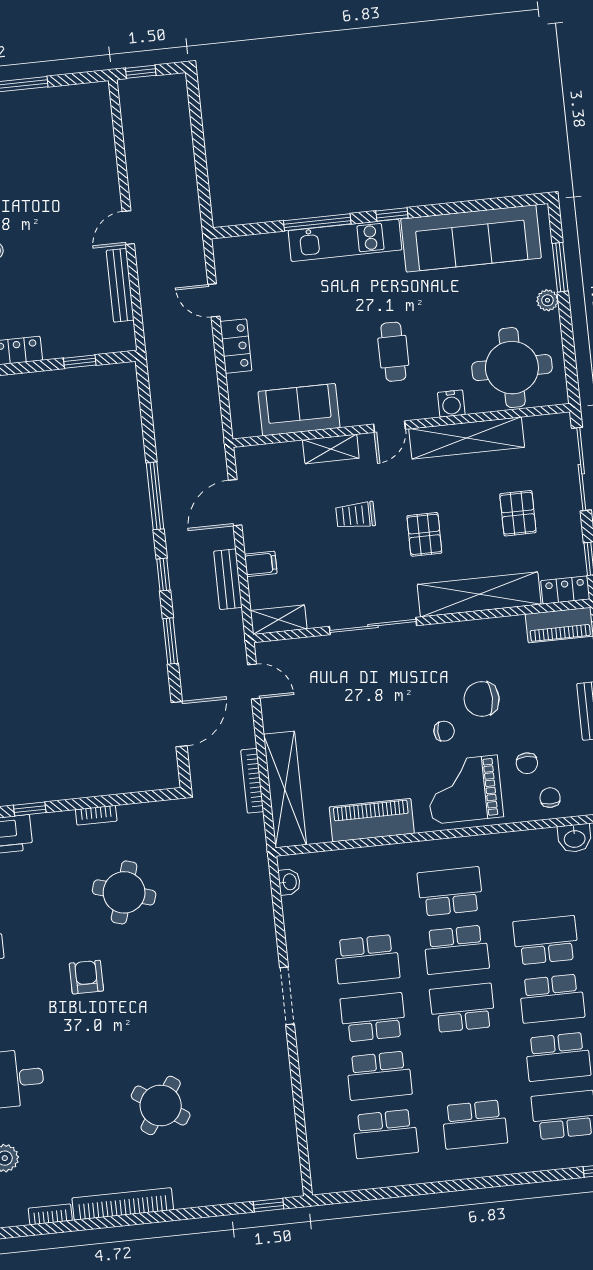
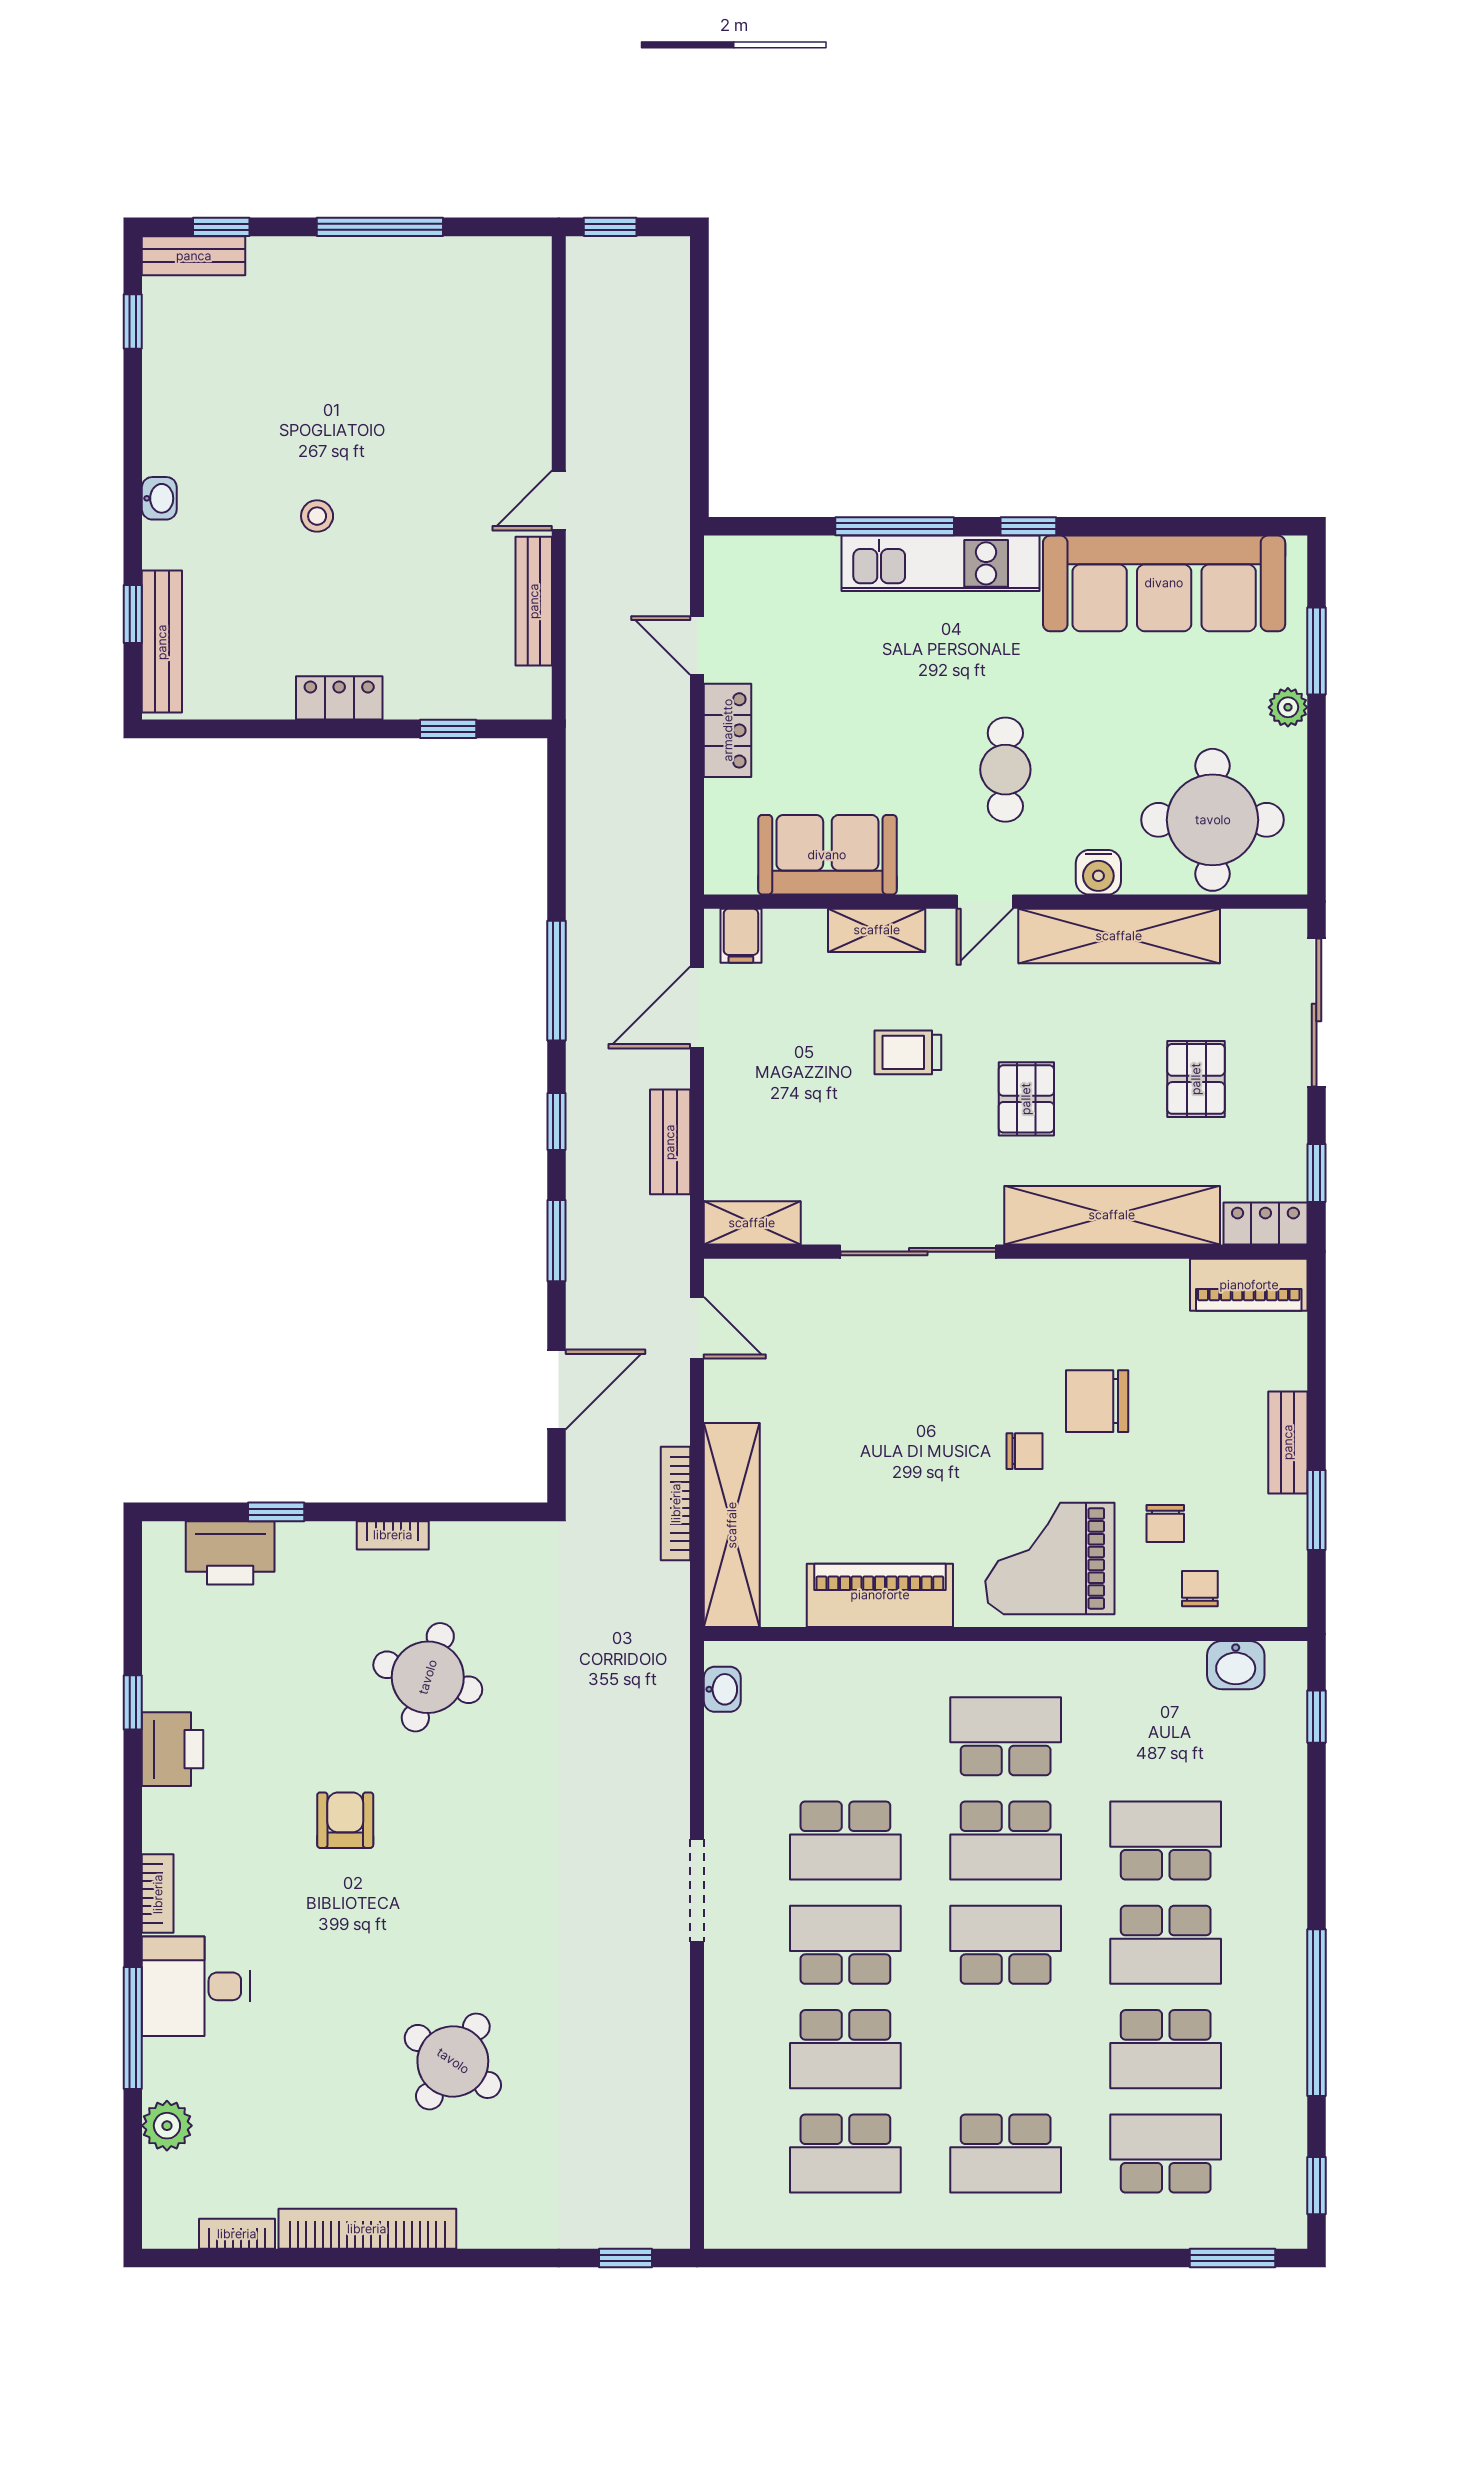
filing cabinet: (261, 564) -> (741, 936), moved, turned 90

